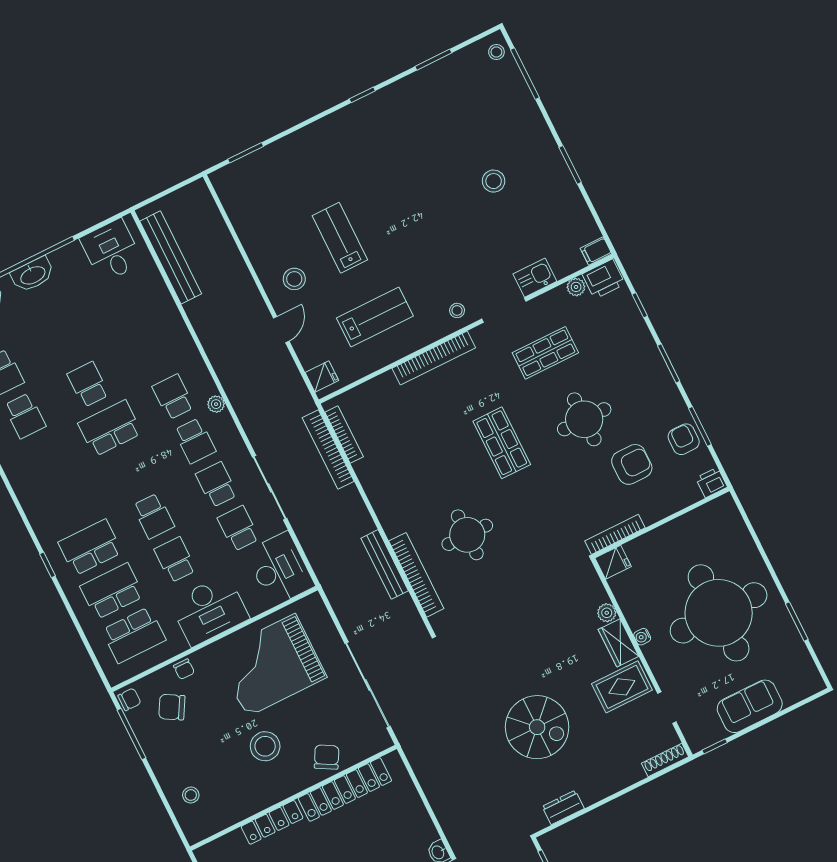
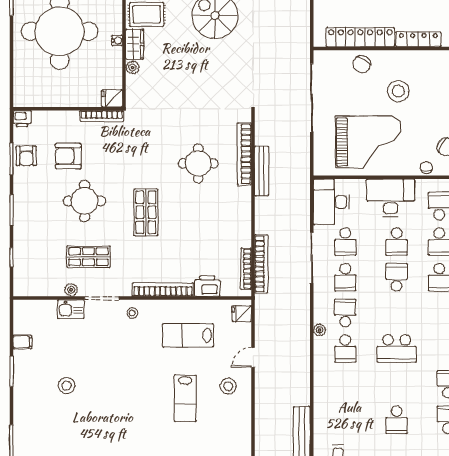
filing cabinet: (596, 251) -> (23, 342), moved
printer: (604, 279) -> (207, 286), moved
plant: (576, 287) -> (71, 290), moved
school desk: (88, 384) -> (397, 420), moved

